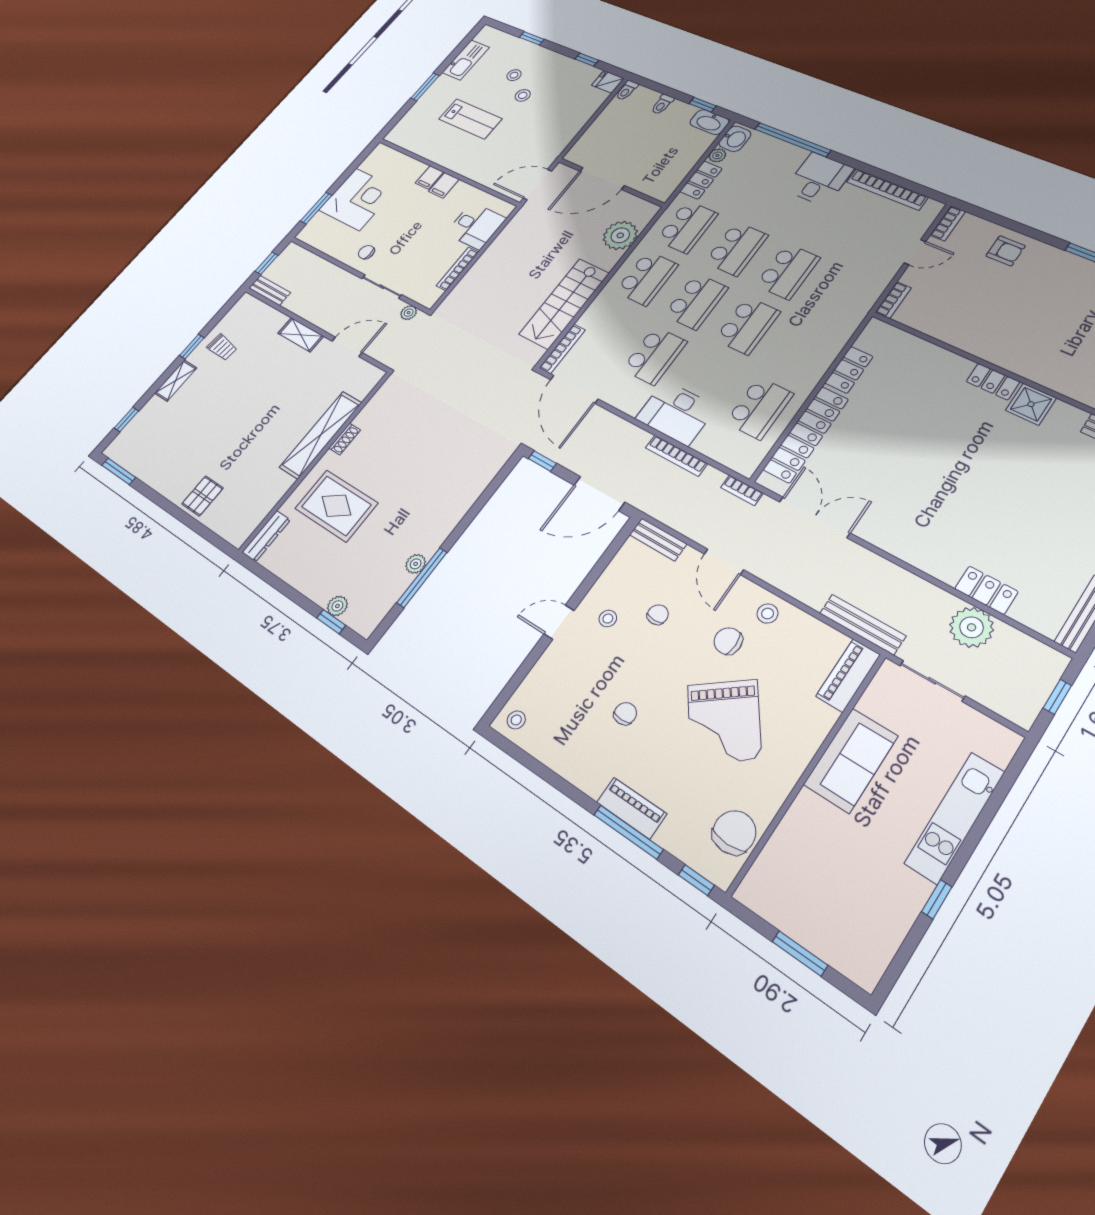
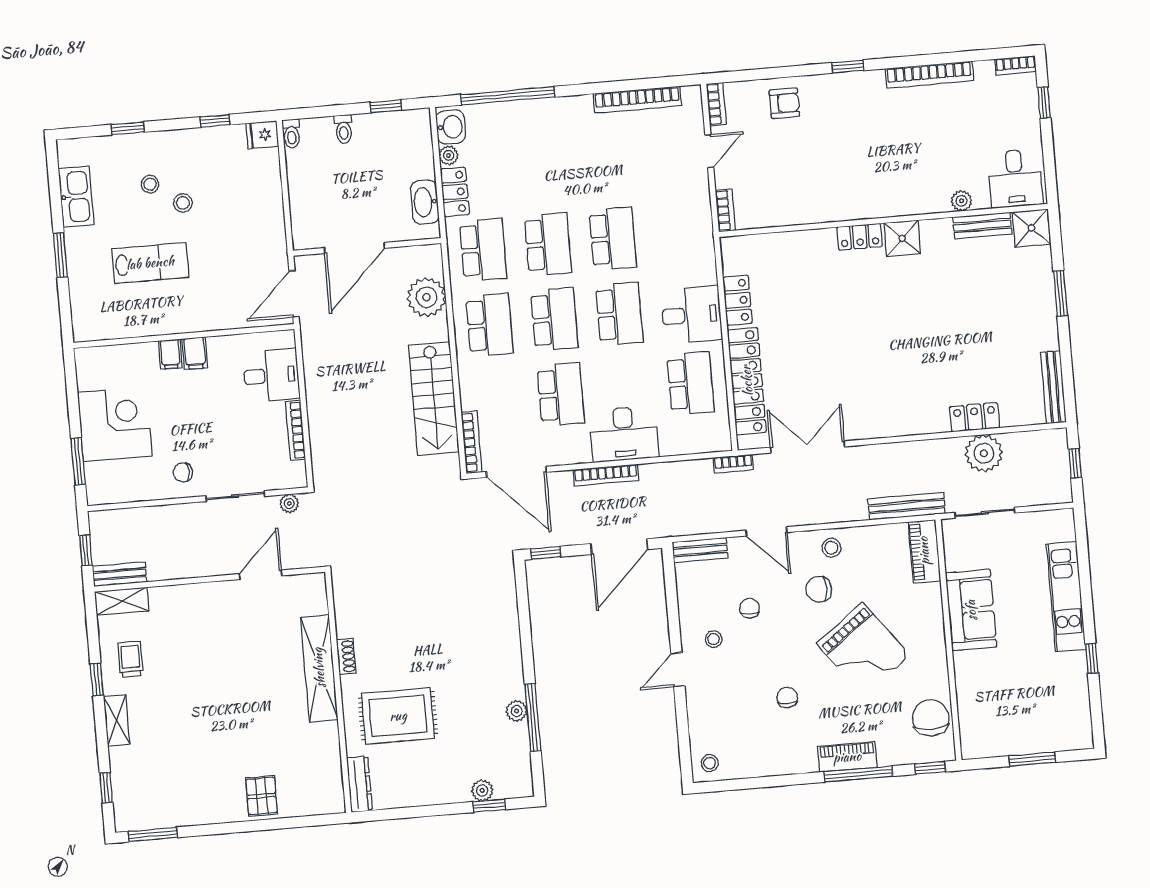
washbasin: (709, 122) -> (425, 202), moved, turned 90
desk: (819, 179) -> (692, 315), moved, turned 90
shelving: (301, 335) -> (122, 601), moved
trolley: (222, 347) -> (131, 659), turned -96
bookcase: (676, 456) -> (606, 475), moved

